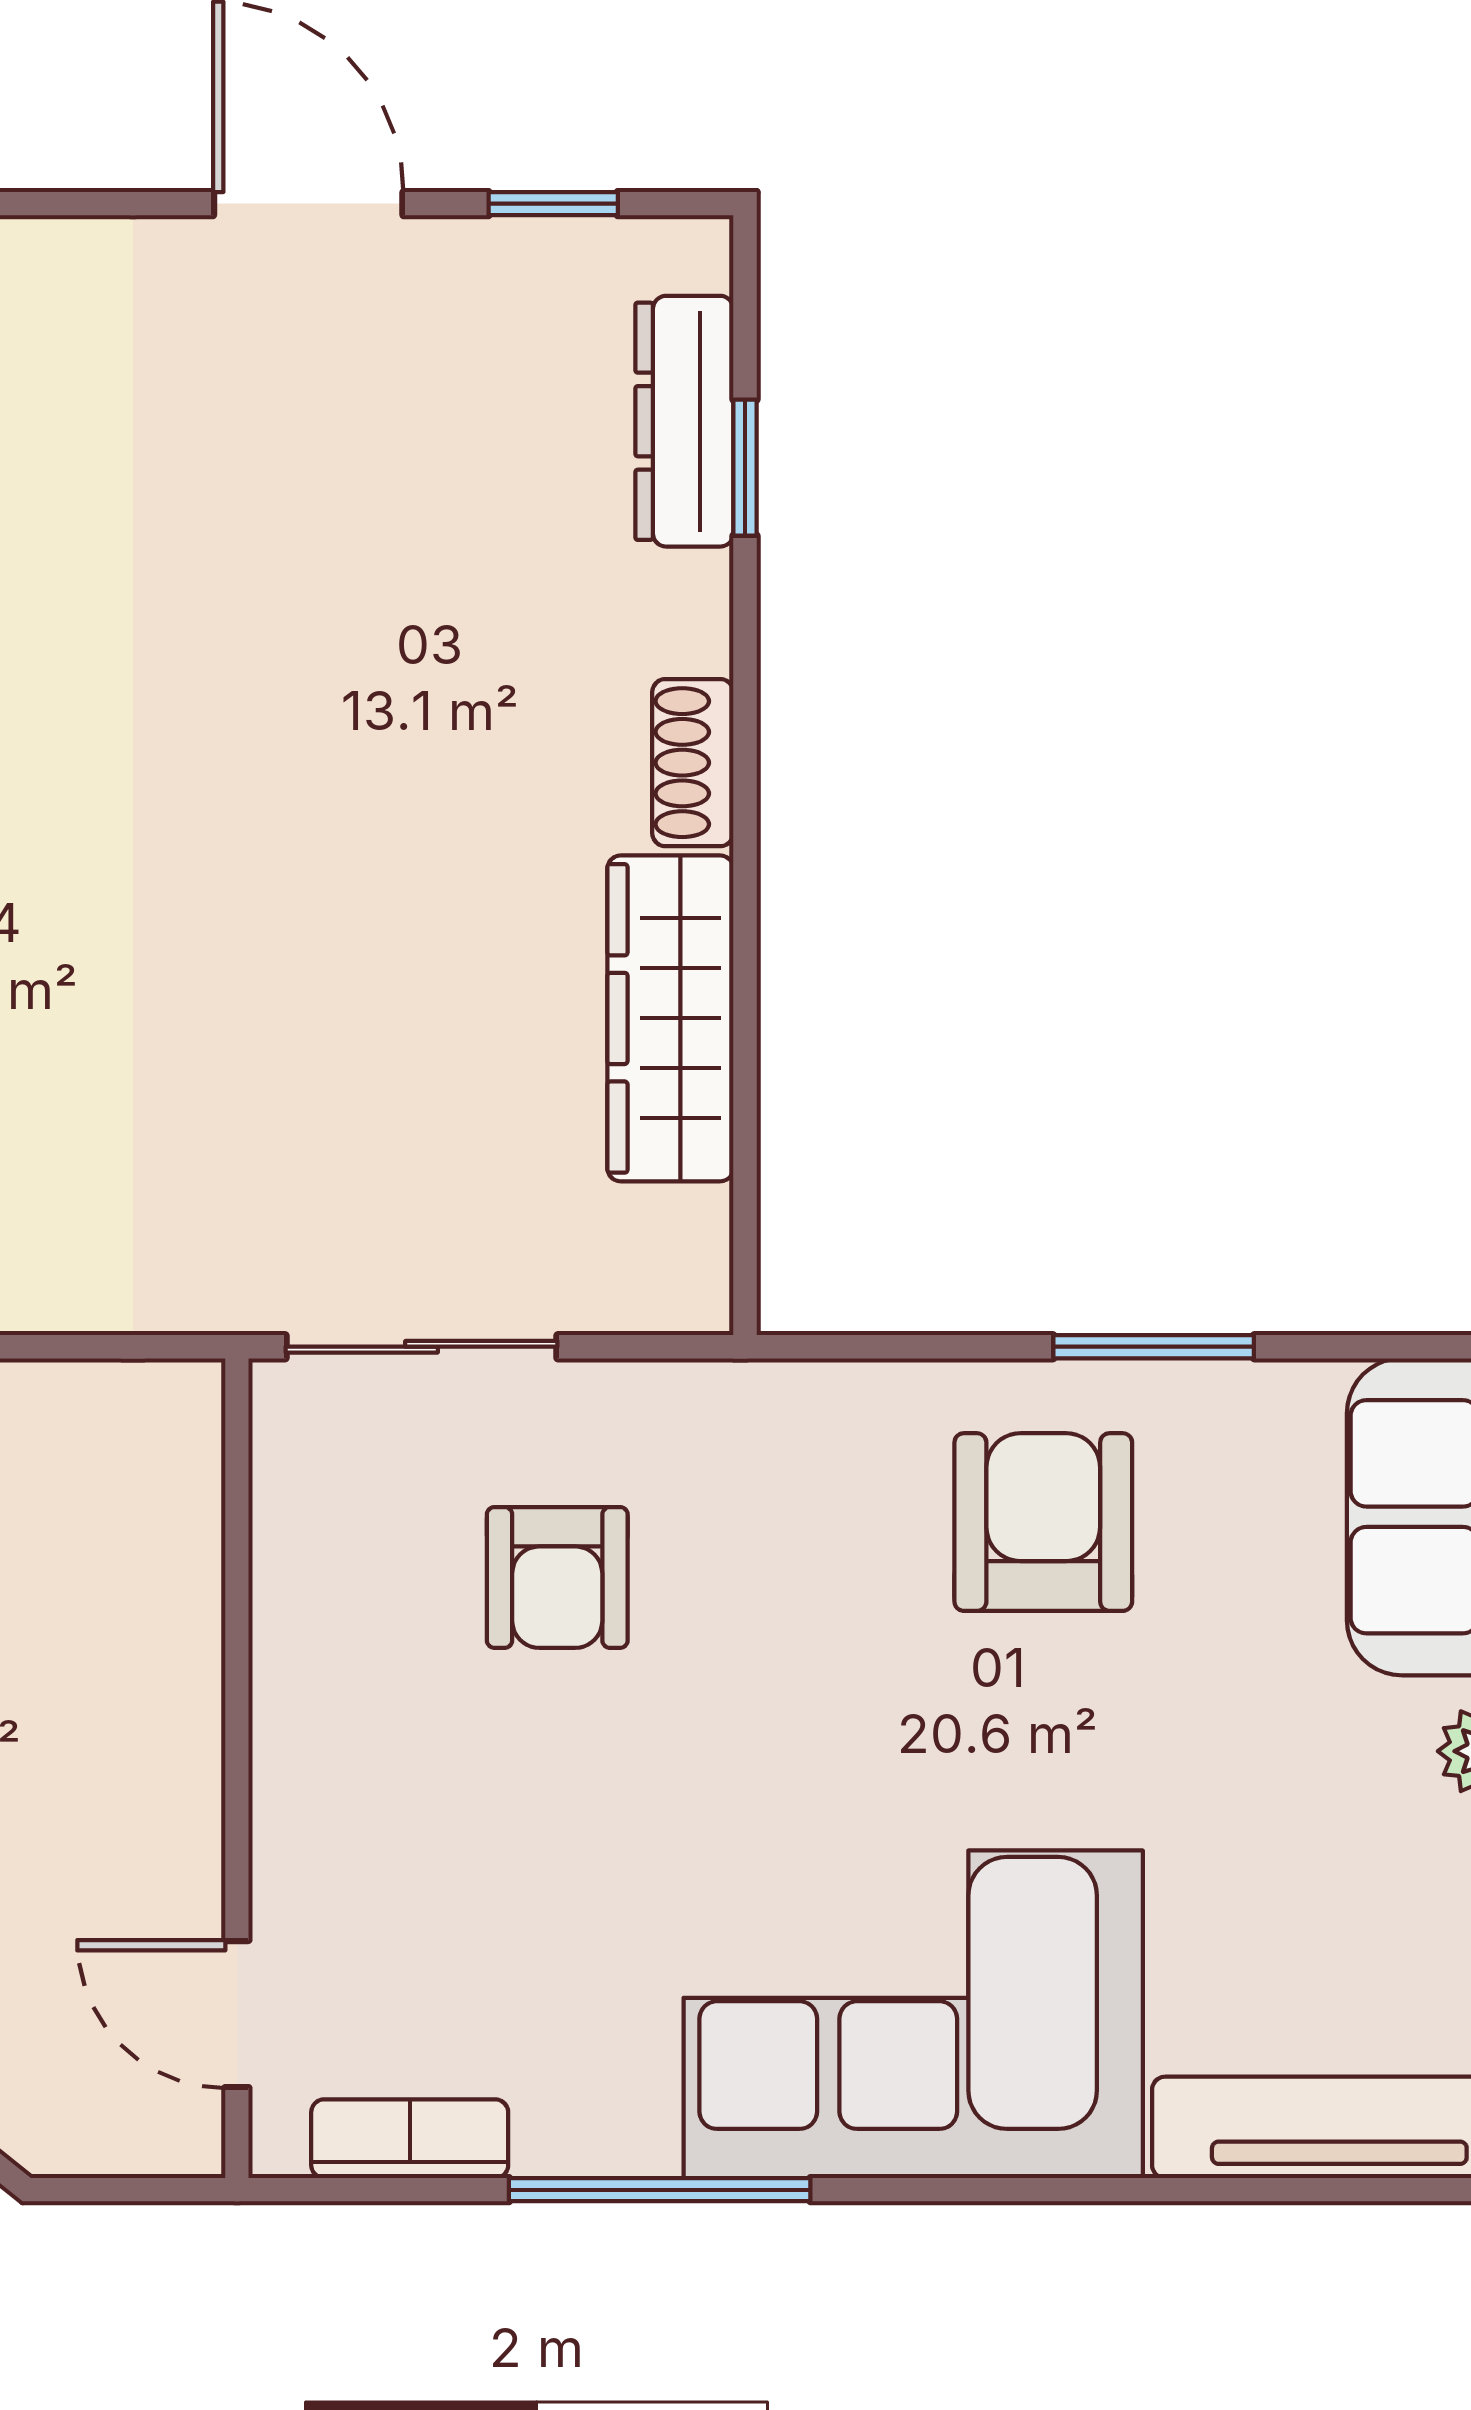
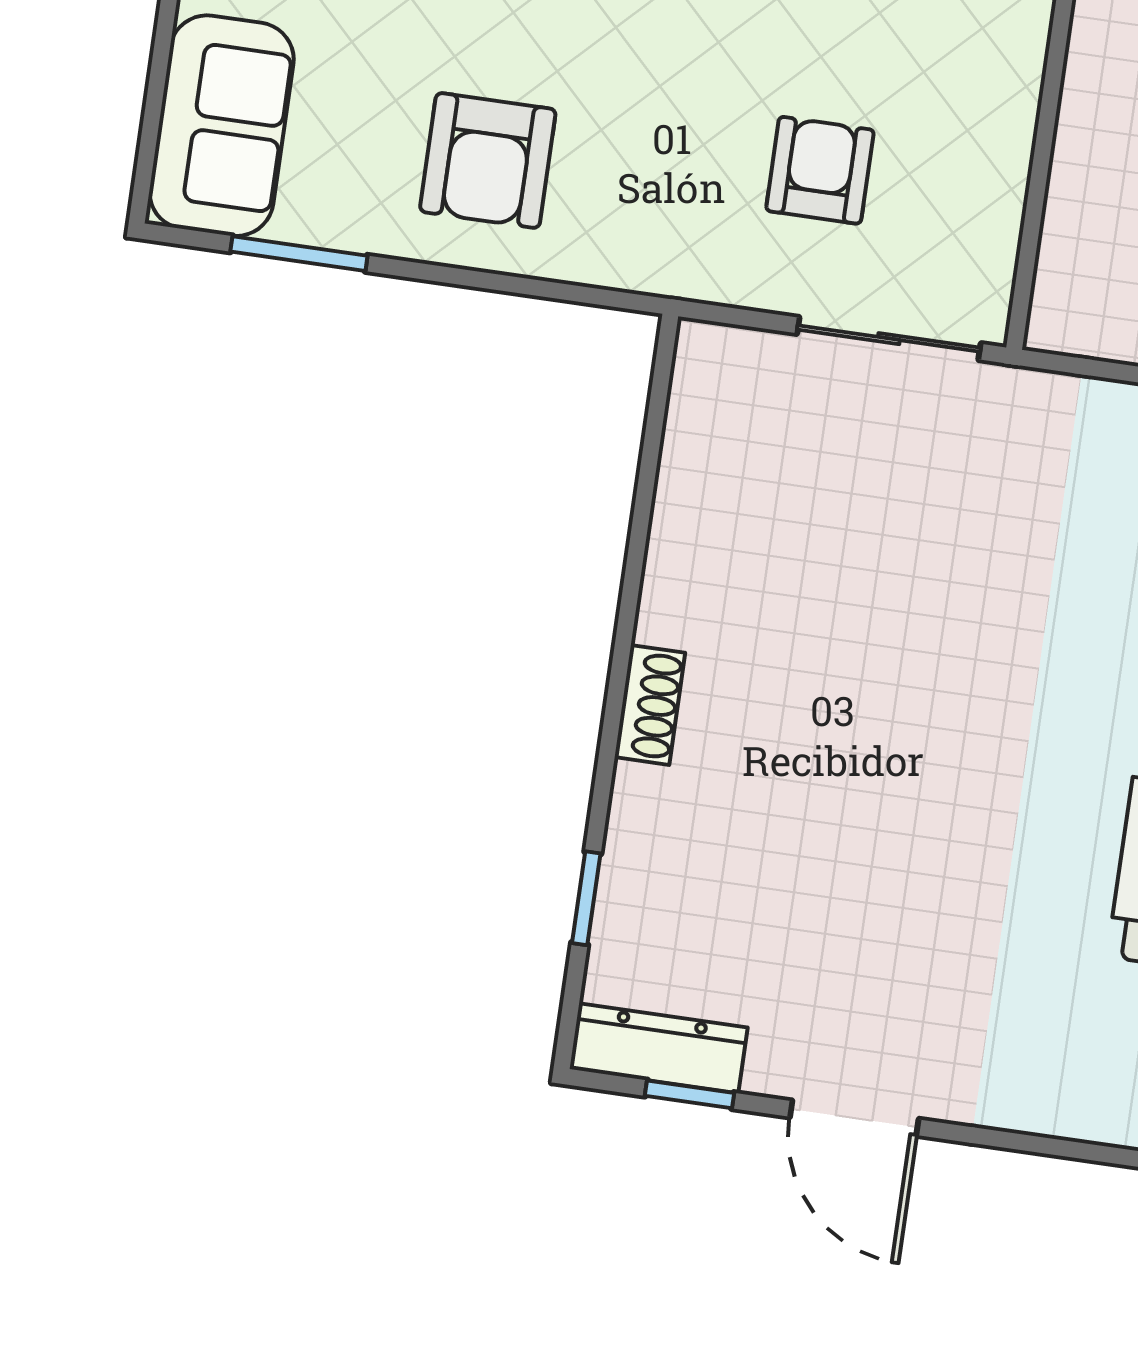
dresser: (684, 421) -> (659, 1048), moved, turned -90
wardrobe: (670, 1018) -> (690, 535), removed
window: (1154, 1347) -> (299, 254), moved

